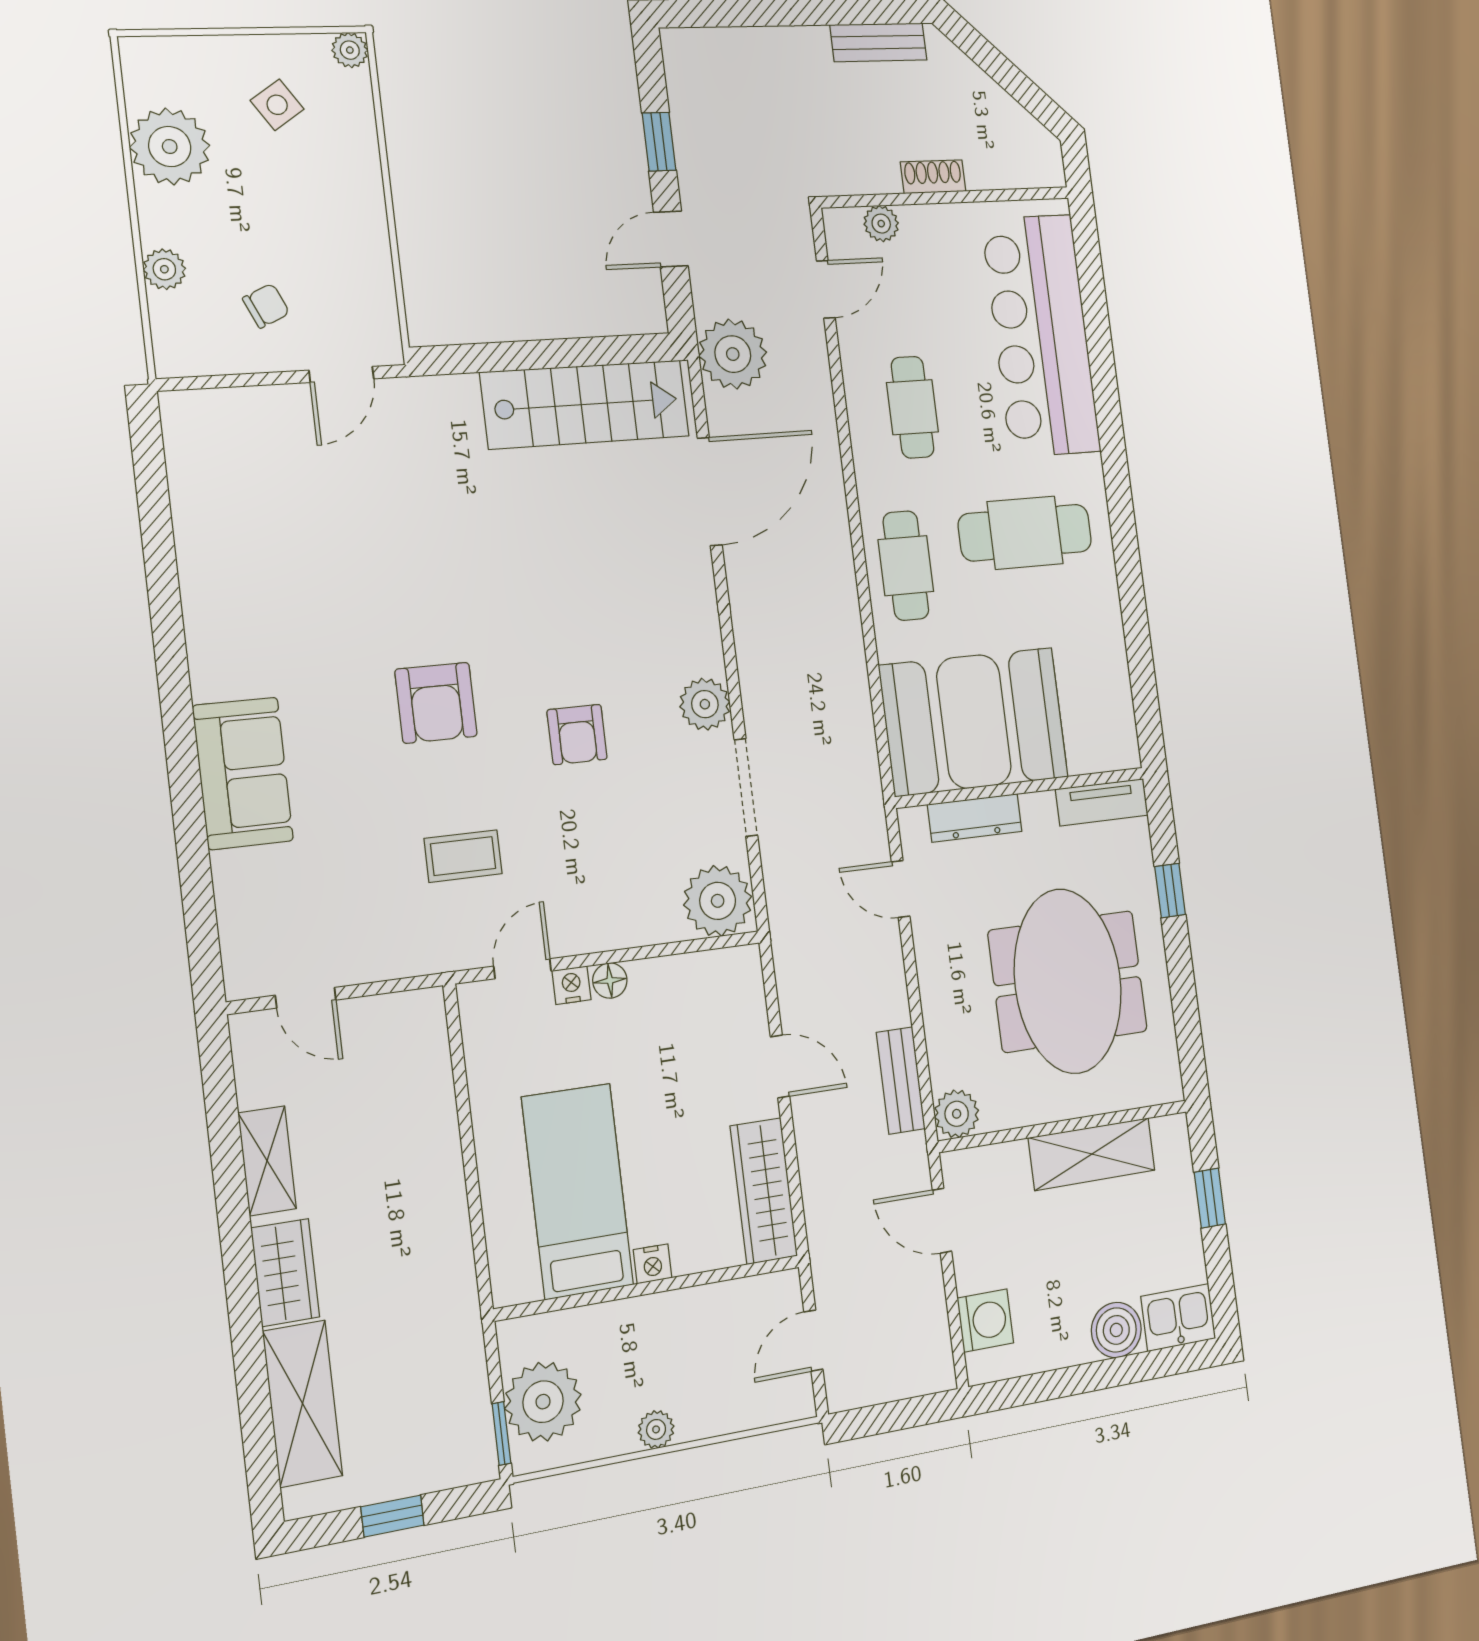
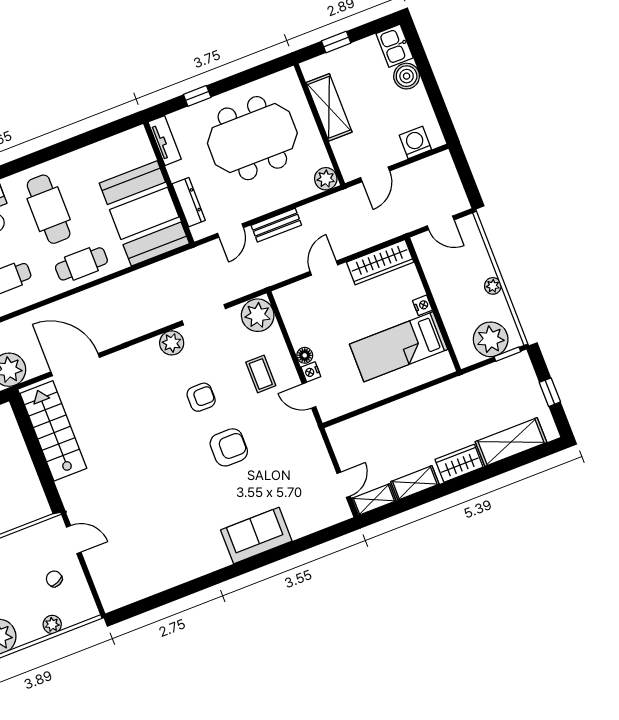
armchair: (436, 703) -> (229, 447), moved
coffee table: (463, 856) -> (261, 374), moved
shelving: (254, 1058) -> (374, 500), added
bench: (901, 1081) -> (276, 225), moved

